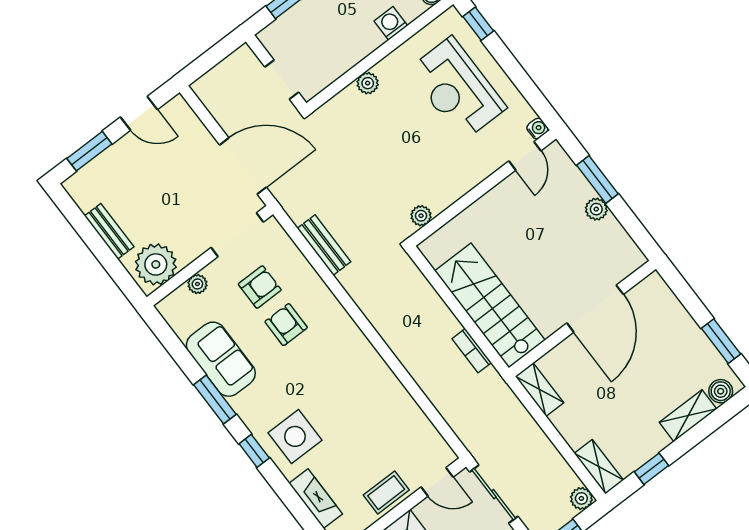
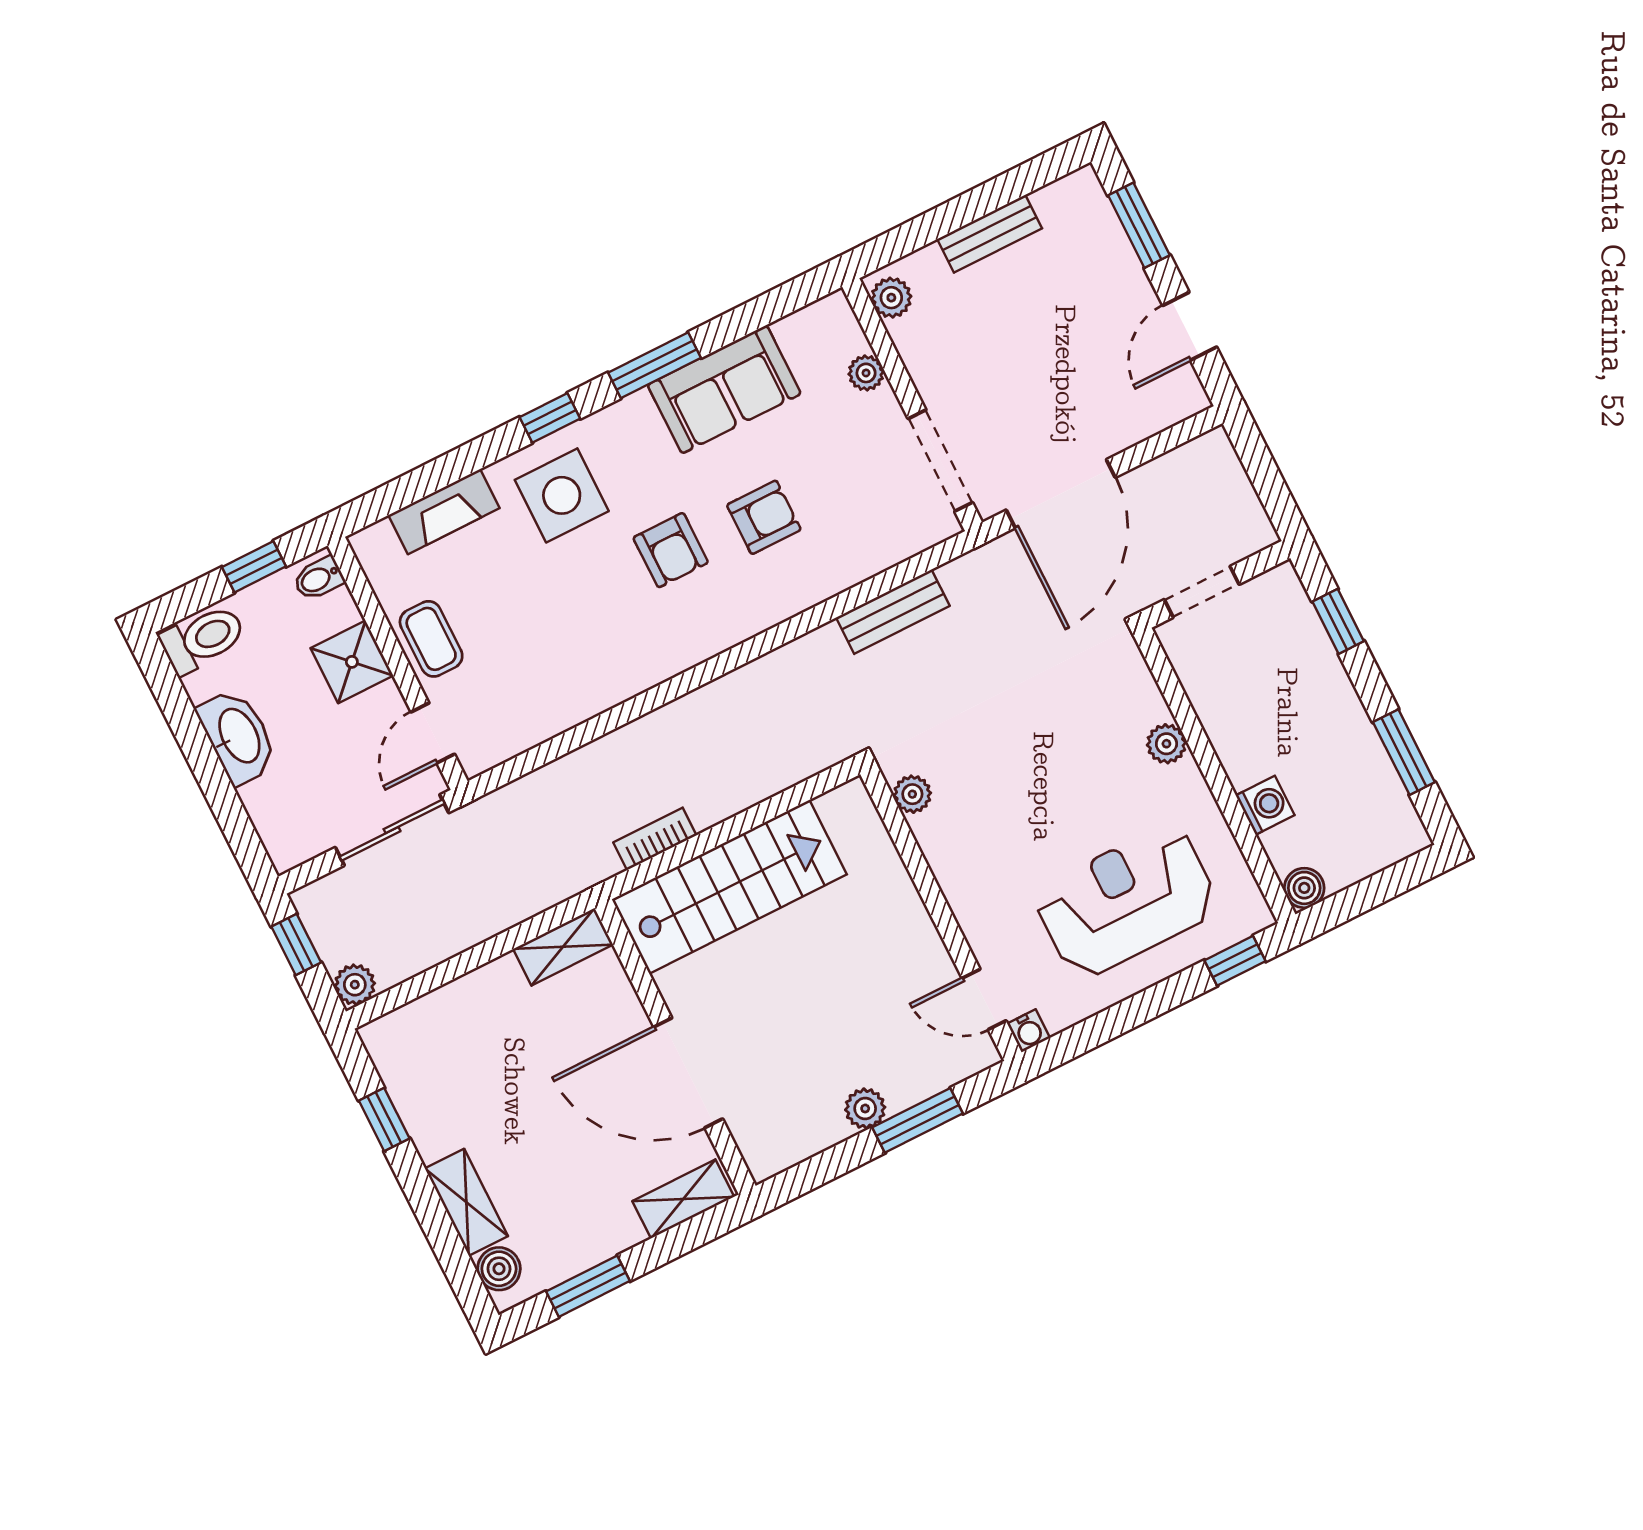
plant: (156, 264) -> (891, 298), width x0.53, depth x0.53
armchair: (260, 287) -> (671, 550), moved
shelving: (599, 467) -> (683, 1199), moved

